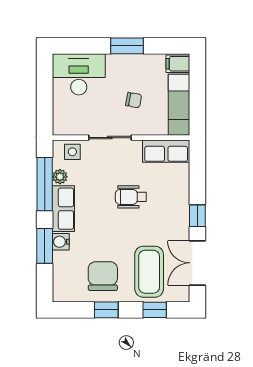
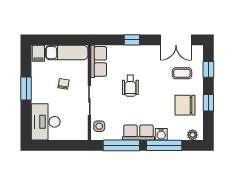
plant: (60, 177) -> (192, 135), moved
window: (197, 216) -> (132, 40), moved
window: (45, 246) -> (164, 145), width x1.44
coffee table: (149, 272) -> (182, 73), width x0.54, depth x0.58

